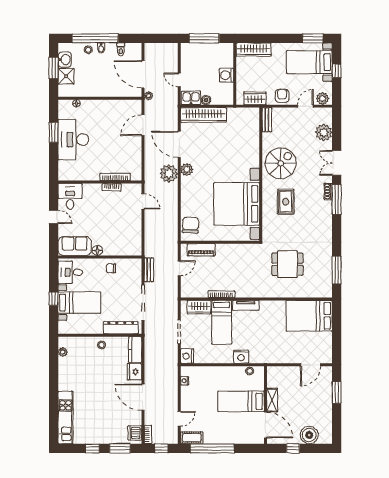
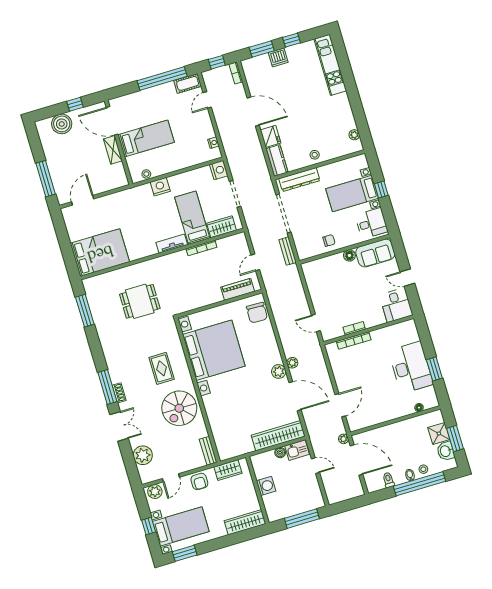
plant: (169, 173) -> (292, 363), width x0.53, depth x0.53
window: (337, 392) -> (46, 179), width x1.44
dishwasher: (135, 433) -> (278, 57), moved, turned 90

